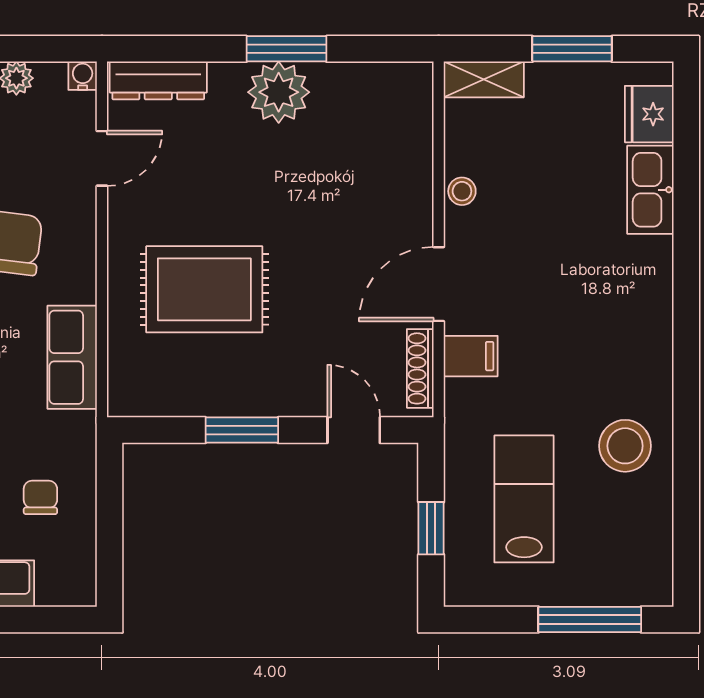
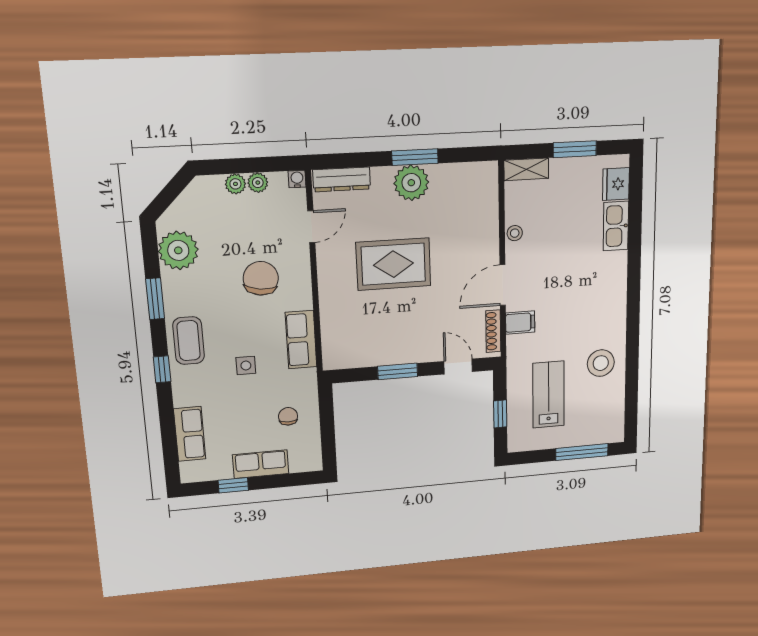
rug: (204, 289) -> (393, 264), moved

